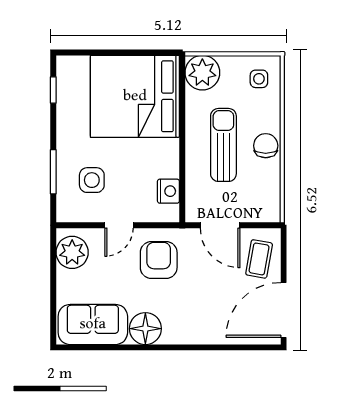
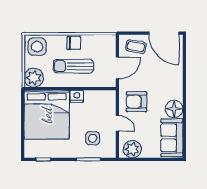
side table: (259, 79) -> (37, 47), width x1.87, depth x1.87
chair: (266, 146) -> (74, 43), turned 180
nightstand: (168, 191) -> (77, 96), moved

